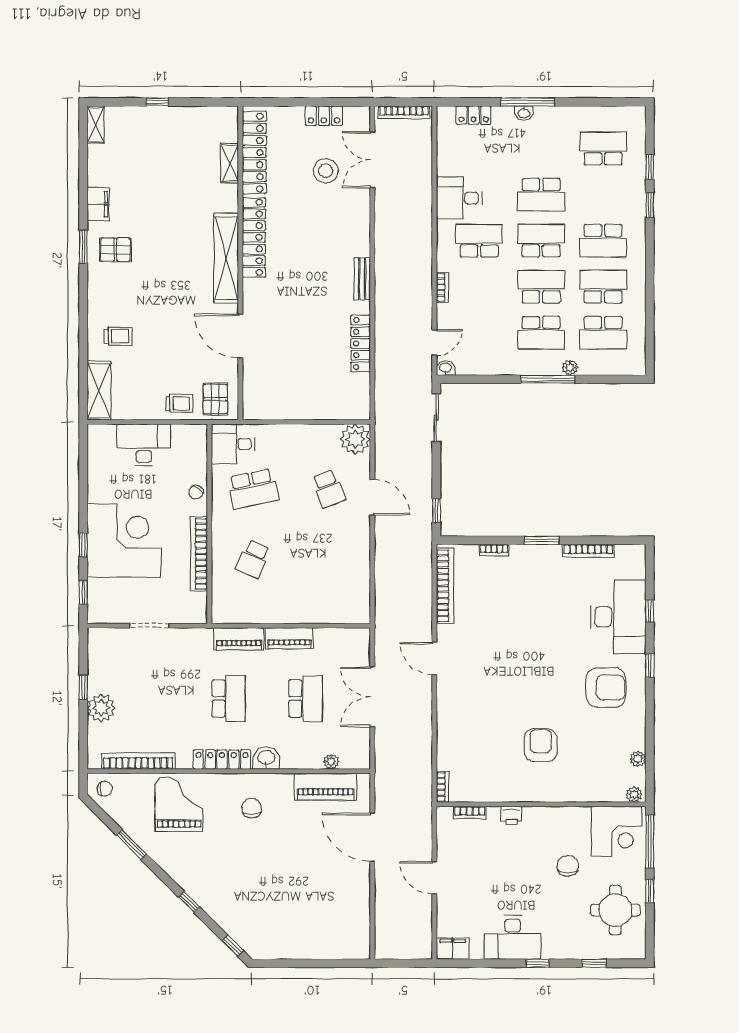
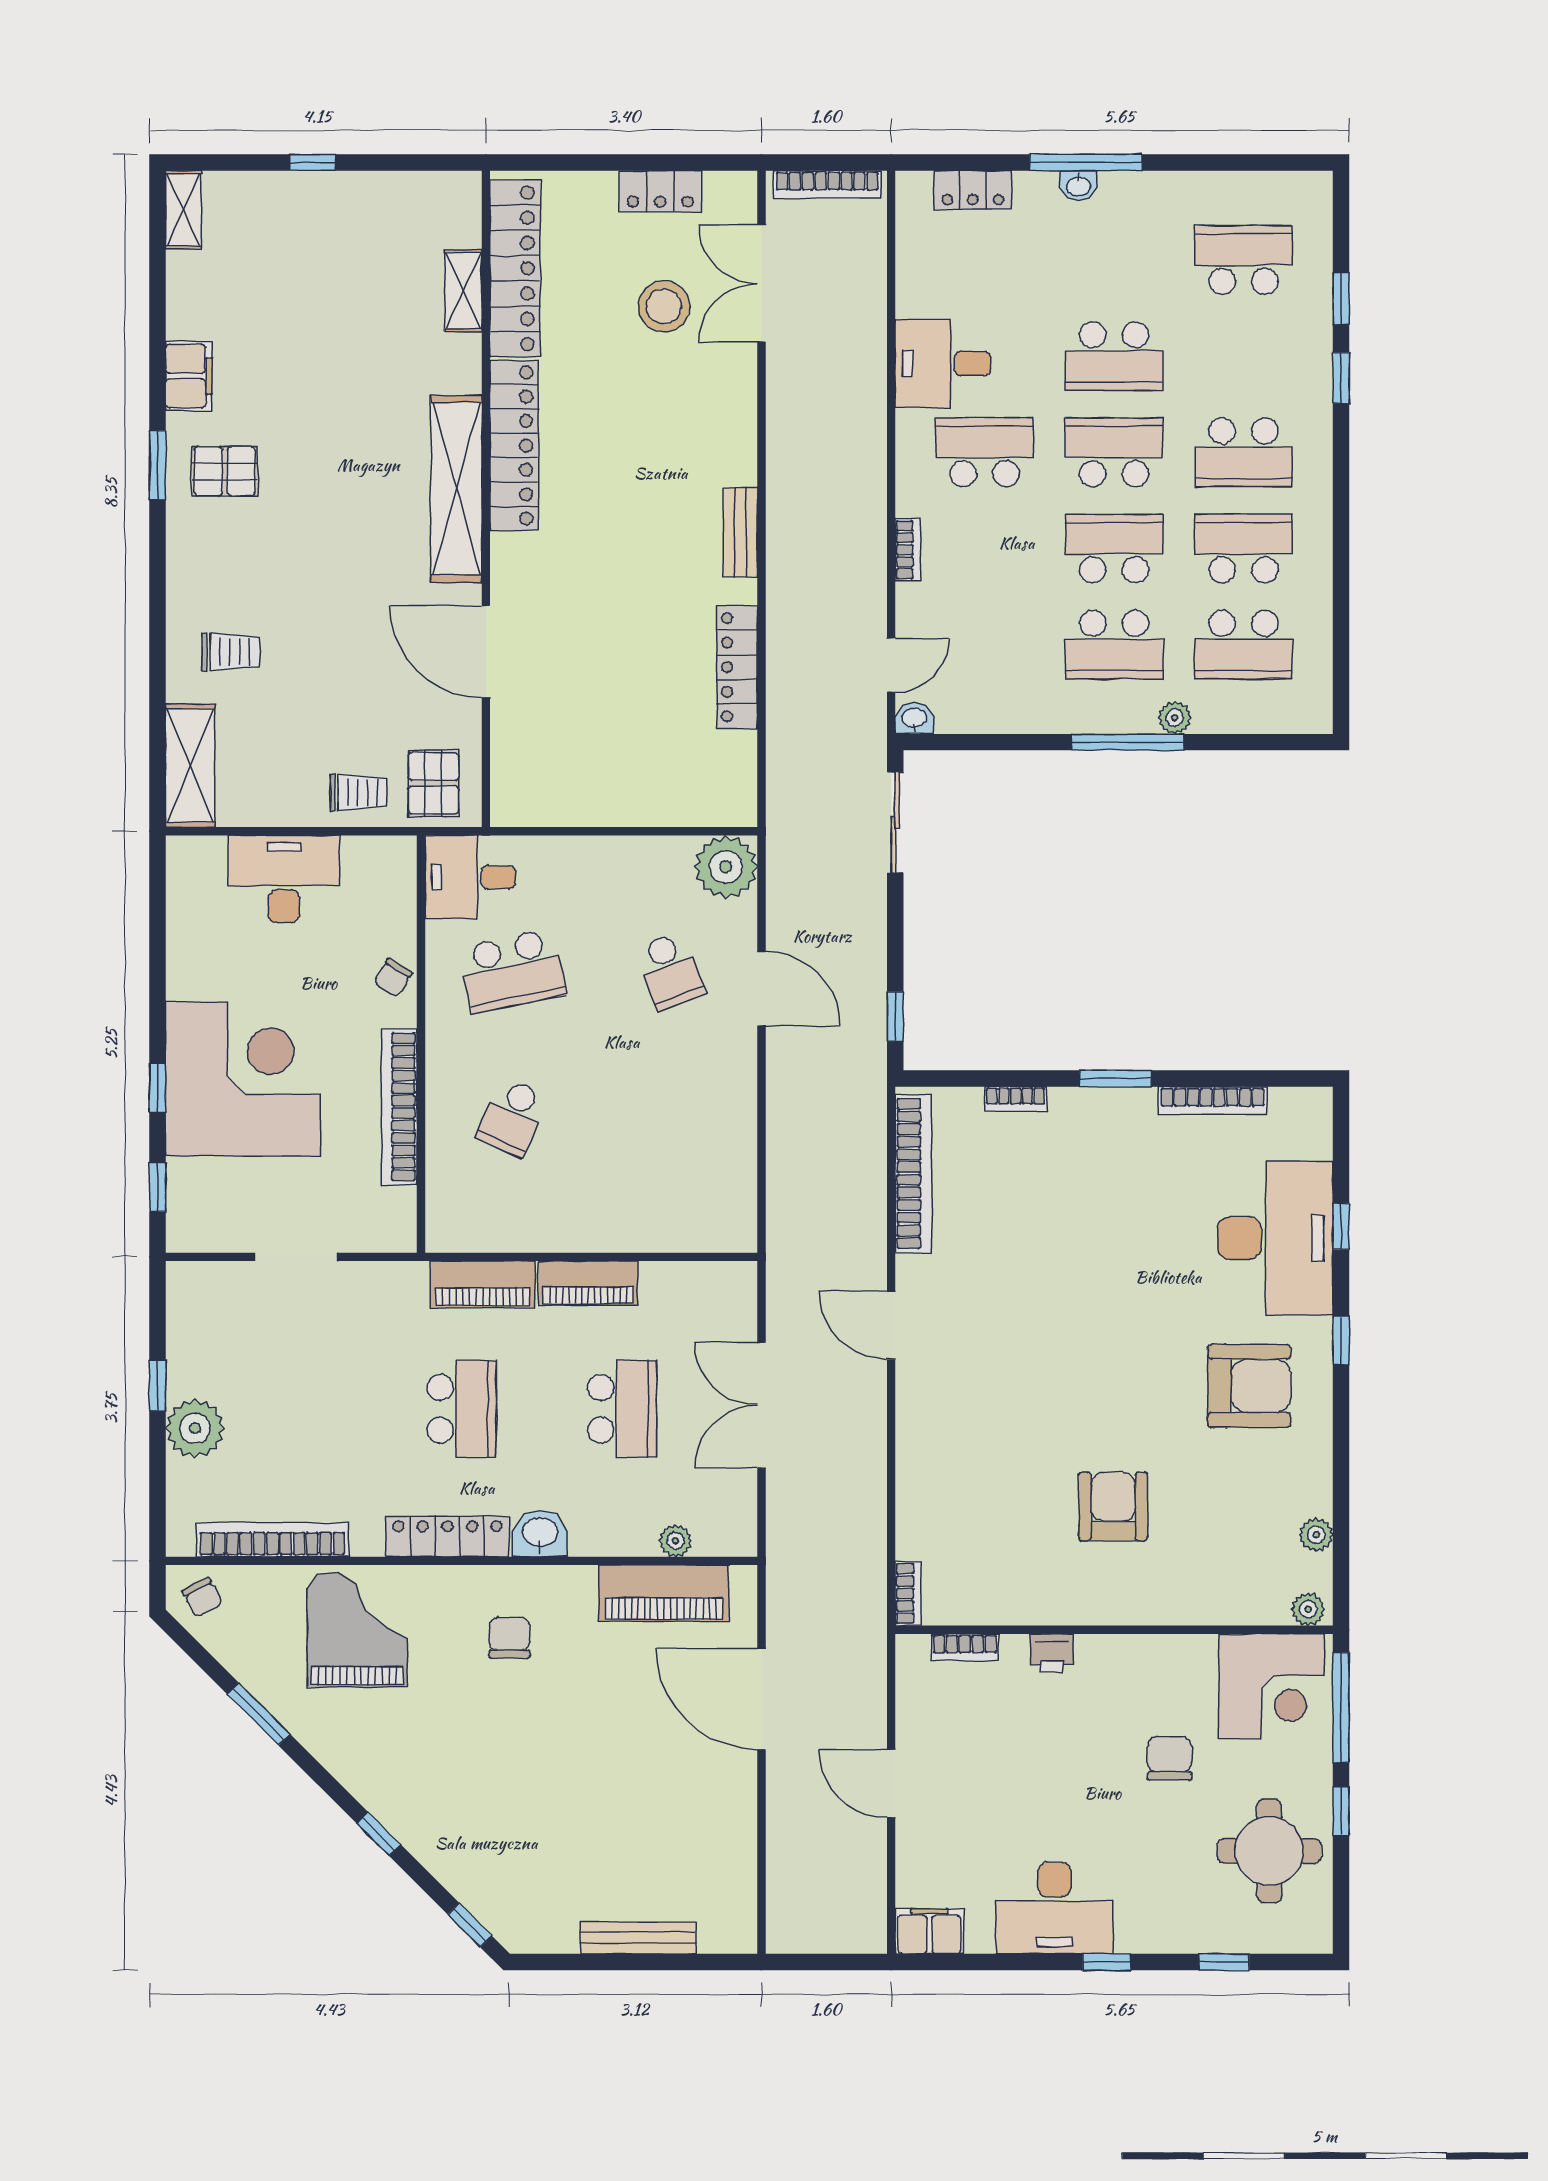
chair: (105, 789) -> (203, 1597), turned 62
bench: (313, 952) -> (638, 1938), added

